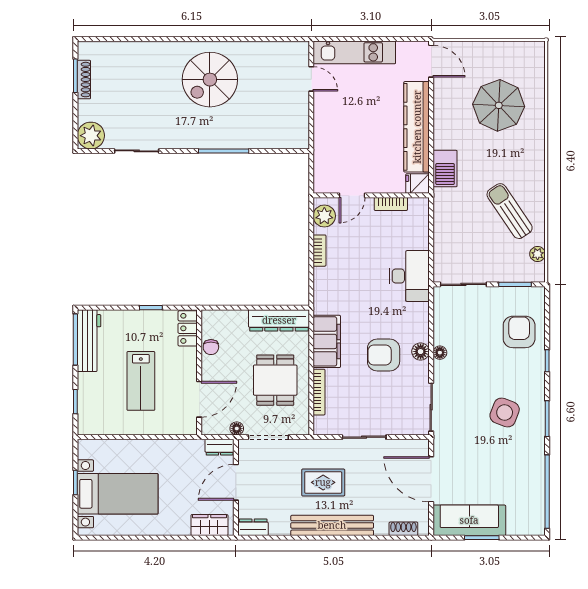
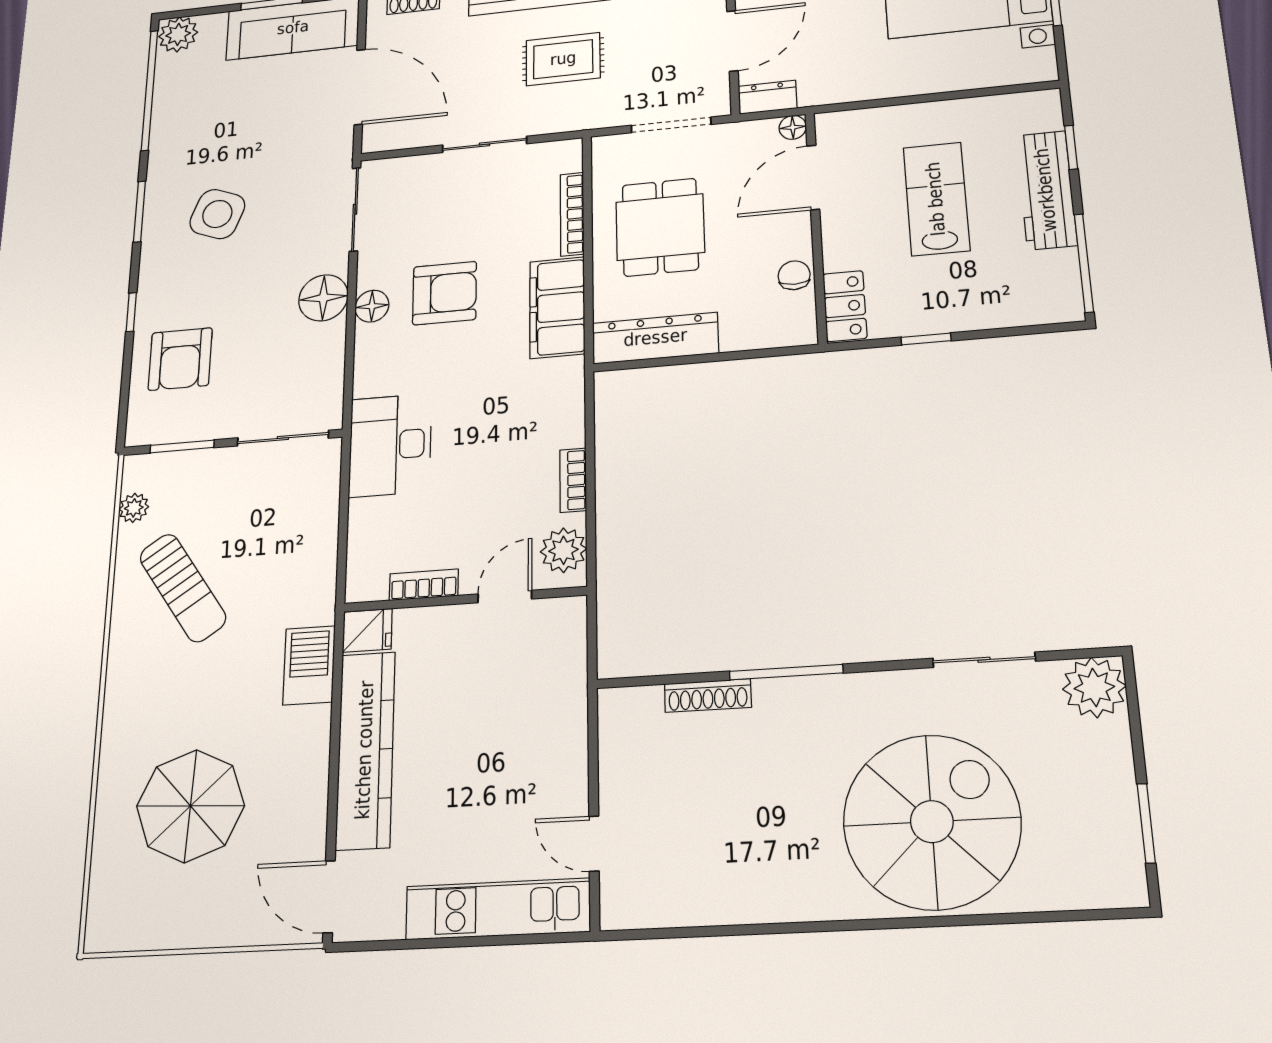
shoe rack: (84, 80) -> (708, 696), moved, turned -90
spiral stairs: (210, 80) -> (932, 822), moved, width x1.37, depth x1.37
workbench: (89, 341) -> (1046, 190), moved
floor lamp: (440, 353) -> (323, 298), width x1.89, depth x1.89
floor lamp: (237, 428) -> (793, 127), moved
plant: (533, 525) -> (178, 34), added

